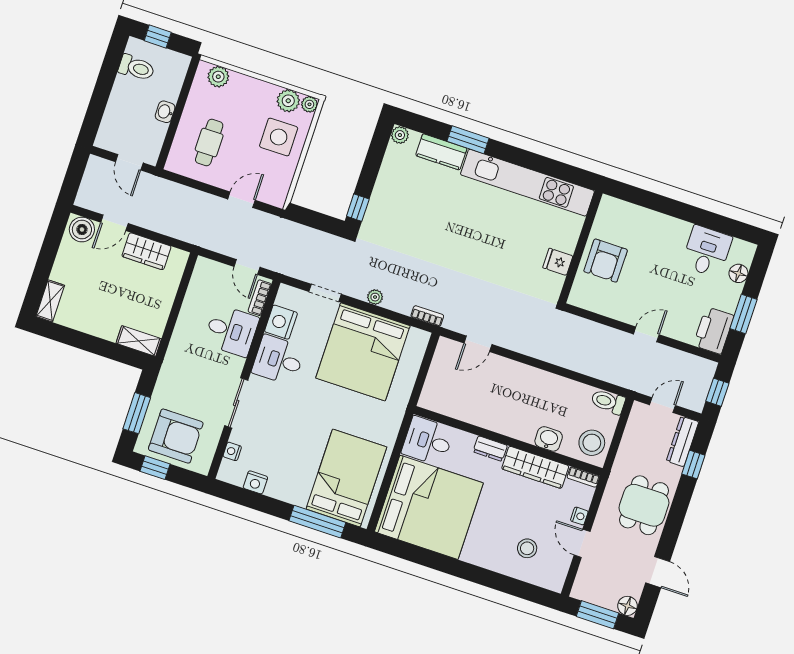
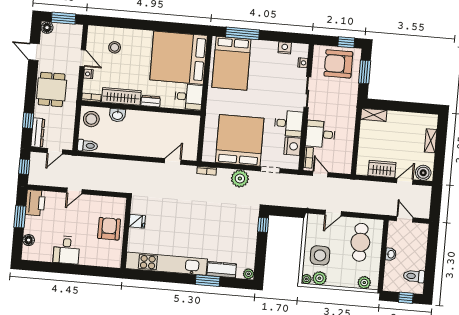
cafe table: (209, 143) -> (360, 242), width x1.37, depth x1.35
desk: (707, 251) -> (66, 250), moved
plant: (375, 297) -> (240, 179), width x1.87, depth x1.87
shelving: (50, 301) -> (431, 141), moved

